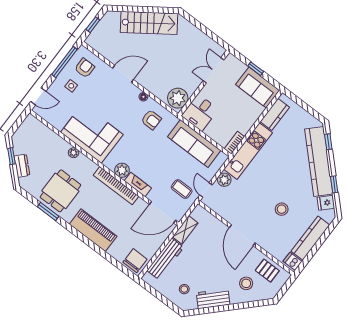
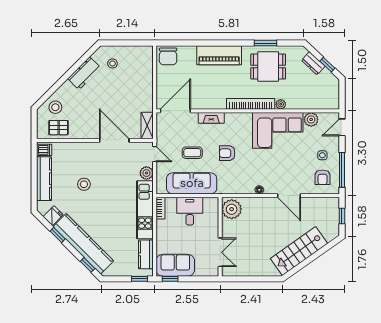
window: (256, 69) -> (170, 279), moved
door: (123, 74) -> (289, 196), hinge flipped
window: (295, 99) -> (140, 279), added
desk: (200, 113) -> (190, 211), moved
armchair: (151, 120) -> (227, 153), moved
plant: (122, 170) -> (311, 119), moved
bookcase: (116, 186) -> (251, 104), moved
coffee table: (182, 189) -> (192, 153), moved
dining table: (60, 191) -> (268, 66), turned 90
shelving: (185, 230) -> (147, 126), moved
door: (242, 235) -> (114, 140), moved
workbench: (165, 259) -> (145, 76), removed
stool: (246, 283) -> (55, 107), moved

